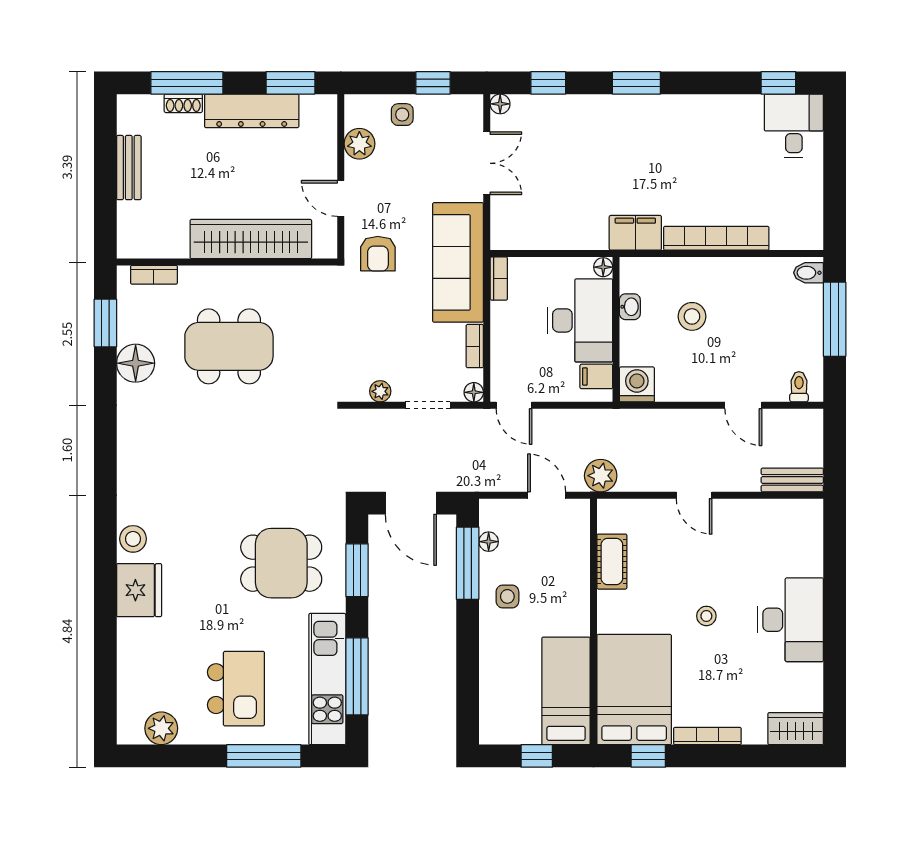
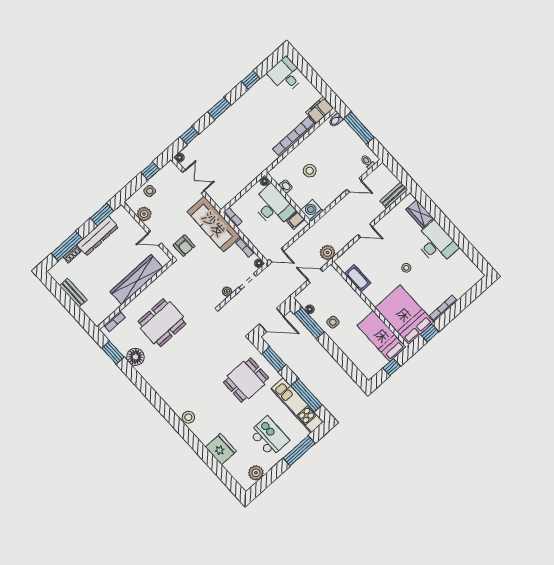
window: (778, 83) -> (251, 80), moved
filing cabinet: (635, 233) -> (320, 110), moved
fridge: (139, 590) -> (221, 449), moved
wardrobe: (796, 729) -> (420, 214), moved, turned -90

